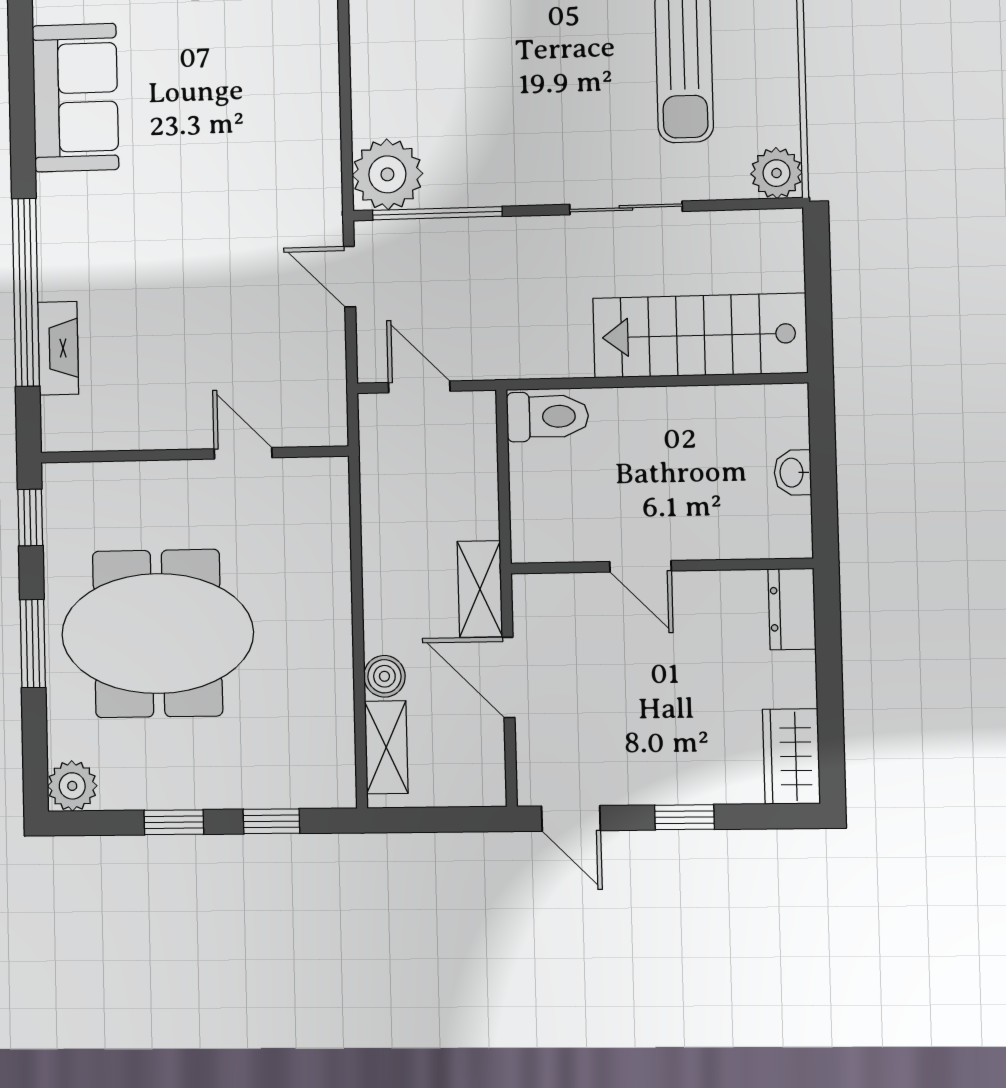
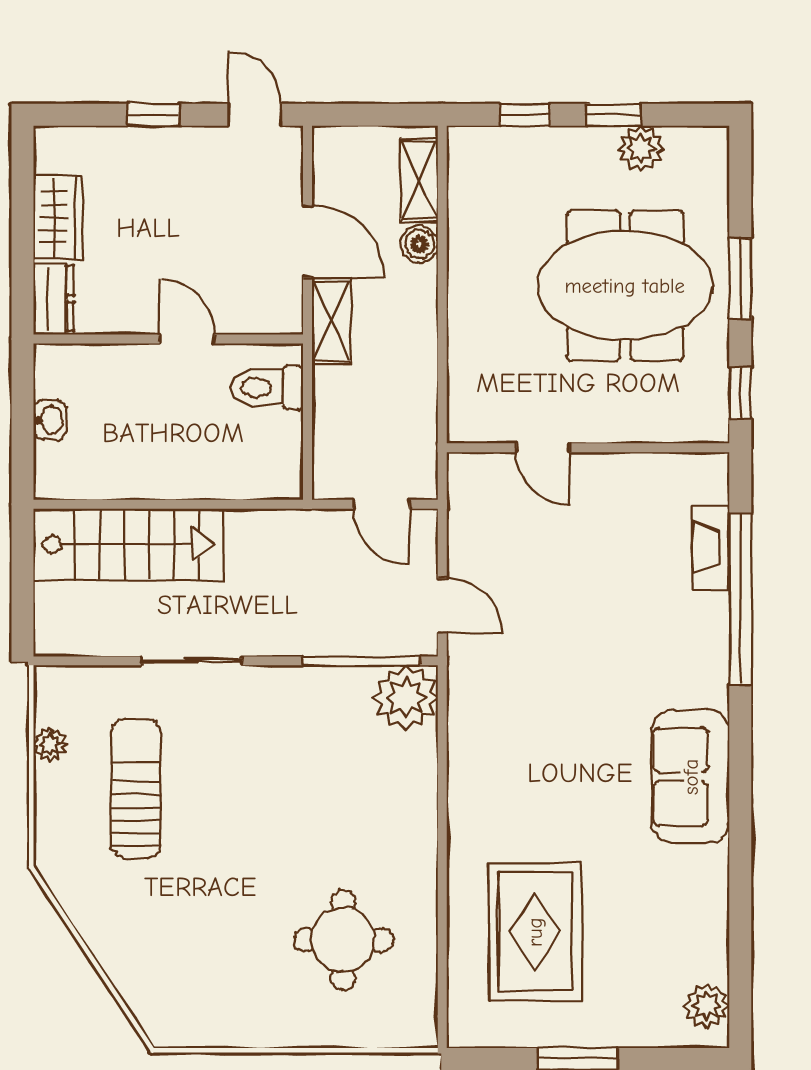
plant: (776, 173) -> (50, 744), moved, width x0.73, depth x0.73
toilet: (547, 417) -> (267, 388), moved
wardrobe: (791, 756) -> (58, 217), moved
plant: (72, 786) -> (641, 149), moved

